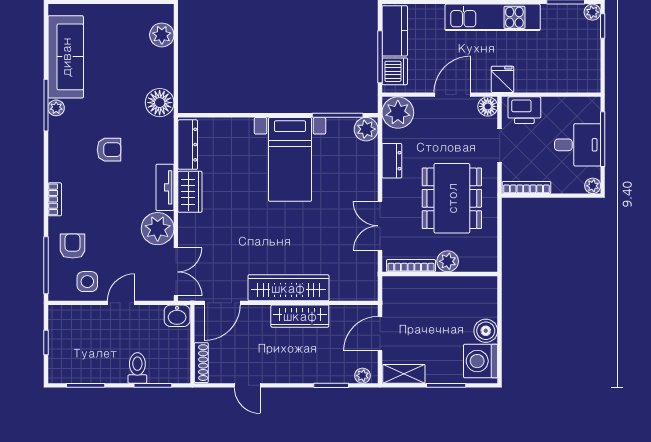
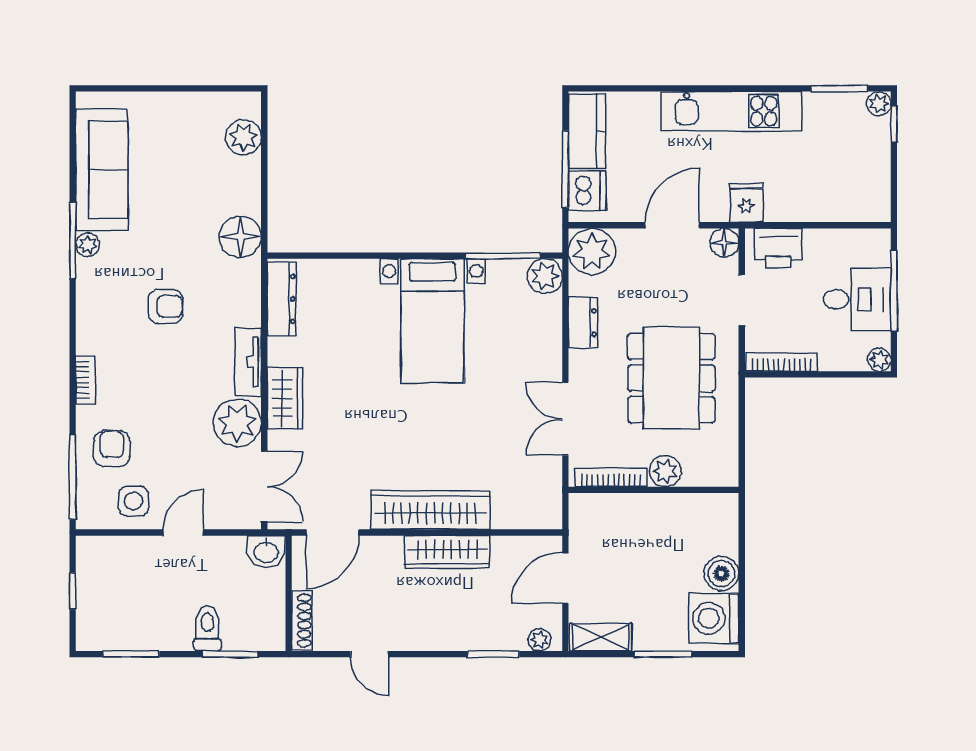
wardrobe: (190, 192) -> (285, 398), moved

